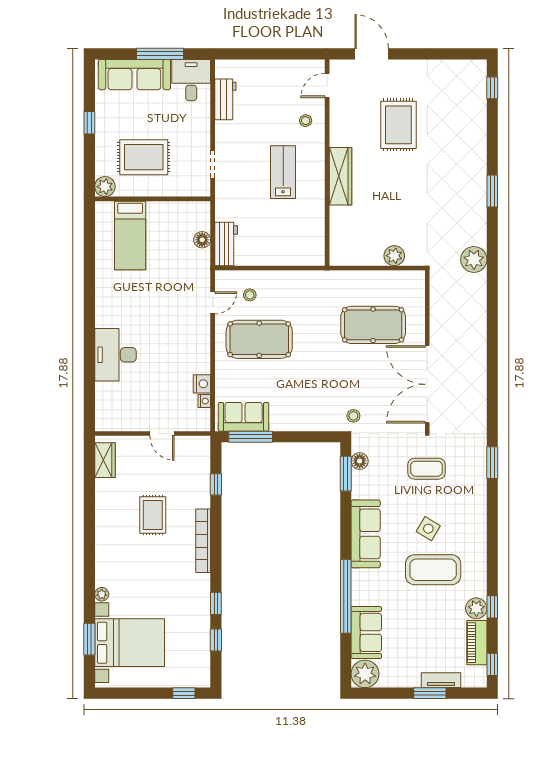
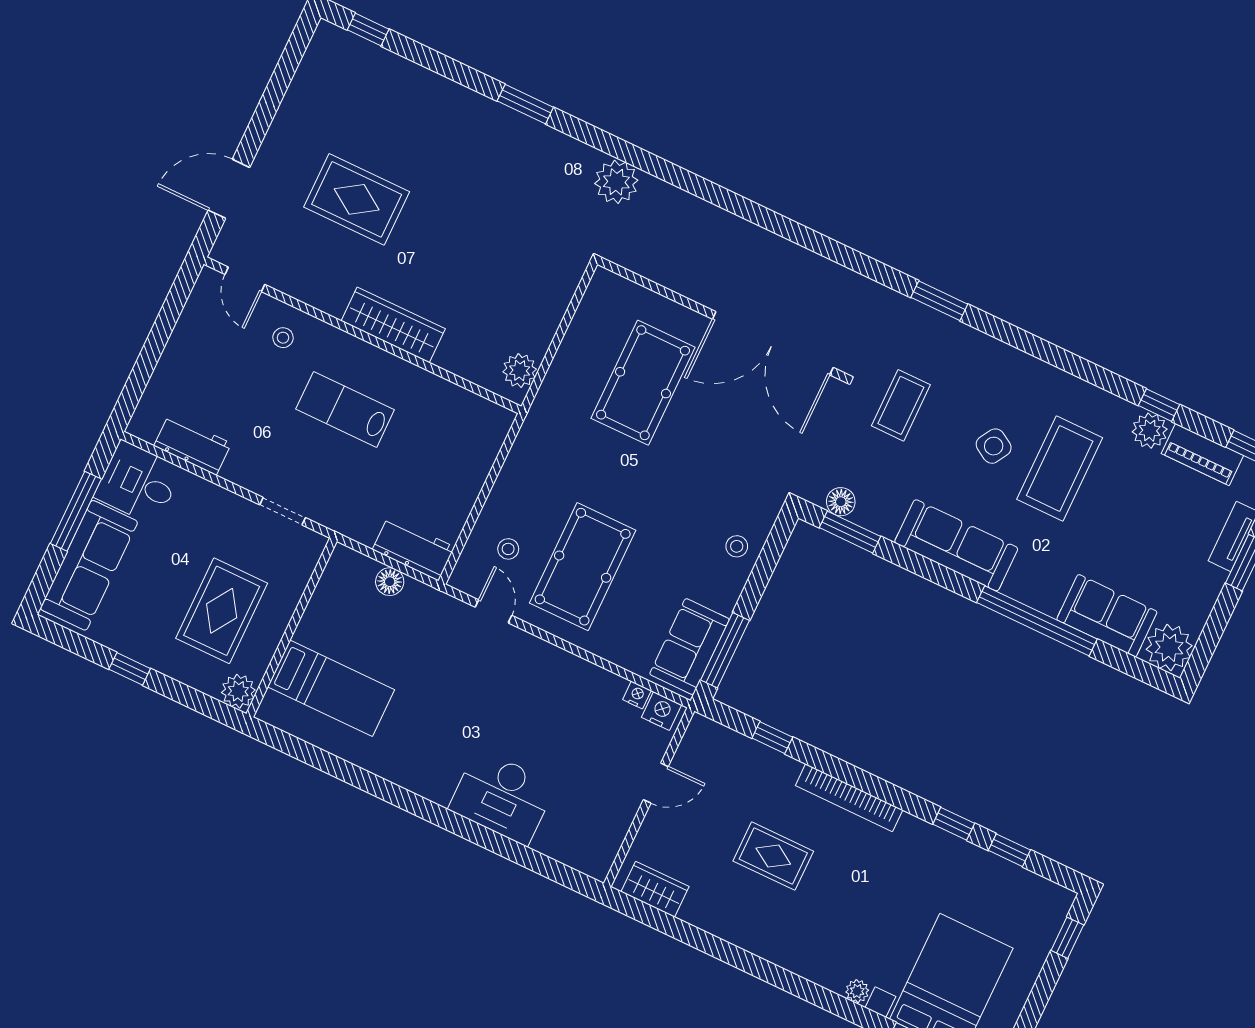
plant: (394, 256) -> (520, 371), moved
nightstand: (202, 384) -> (661, 711), moved
stool: (353, 416) -> (737, 546), moved

